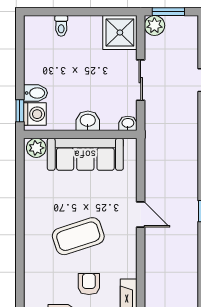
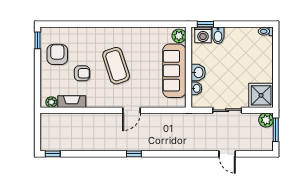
toilet: (61, 26) -> (266, 31), moved
washbasin: (128, 123) -> (196, 88), moved

